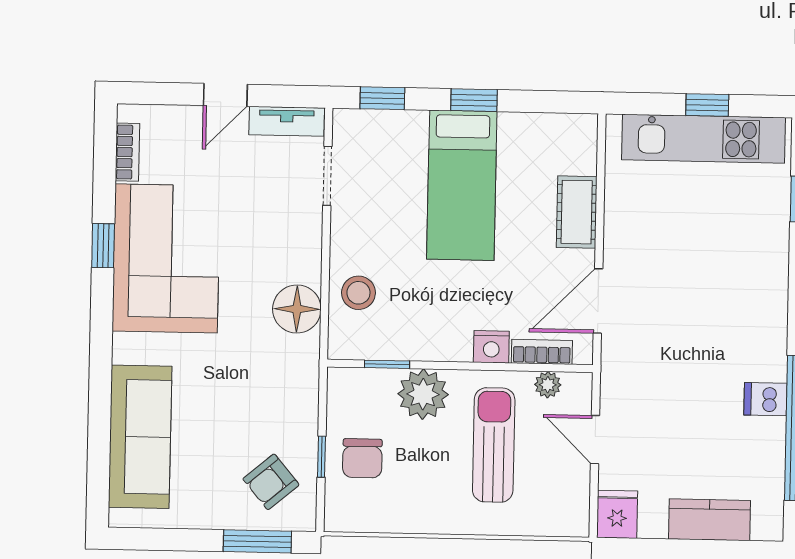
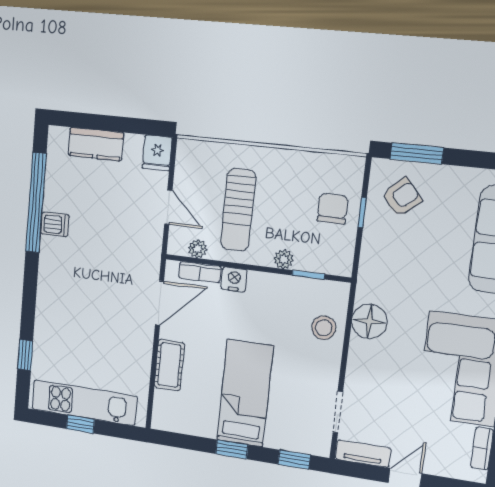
plant: (423, 394) -> (284, 259), width x0.53, depth x0.53

